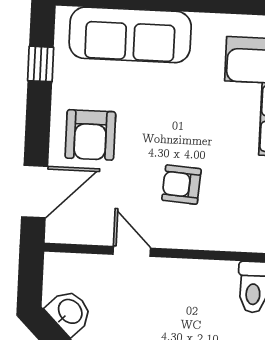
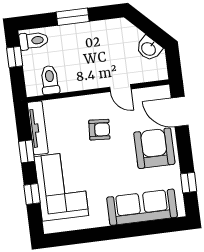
armchair: (90, 135) -> (154, 148), width x1.36, depth x1.36
door: (35, 192) -> (180, 112), hinge flipped

